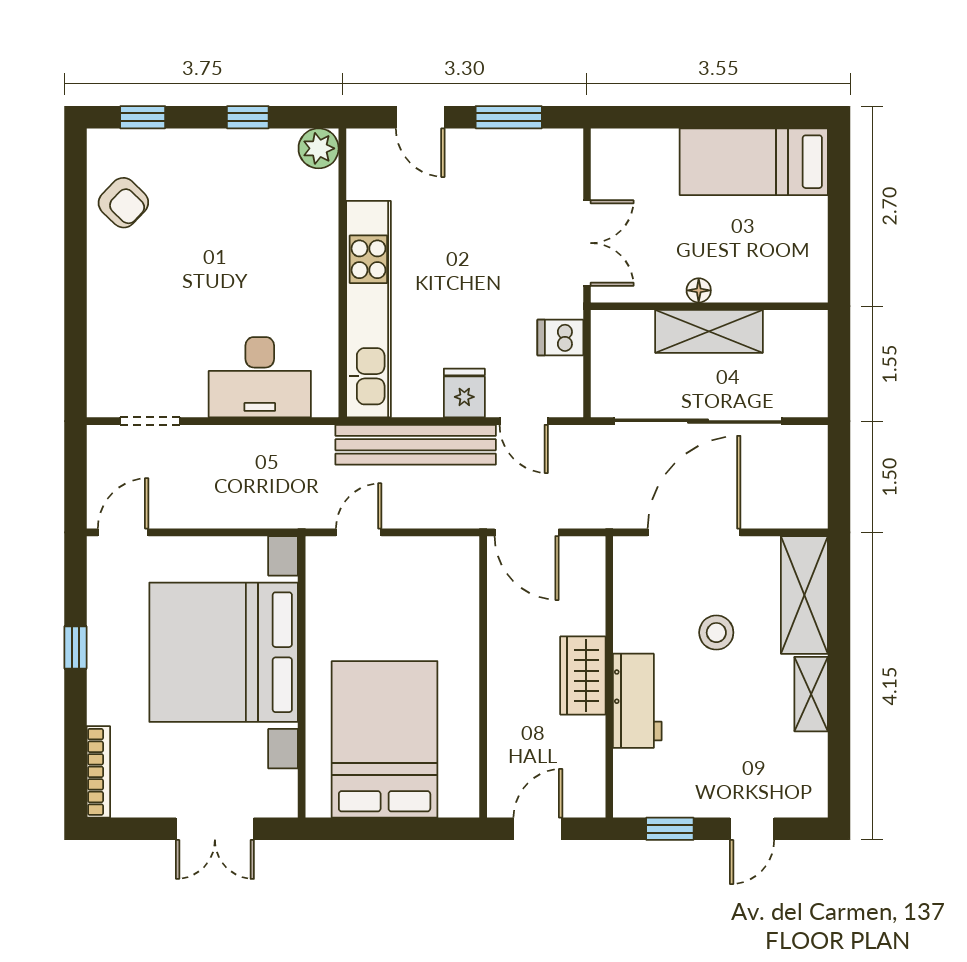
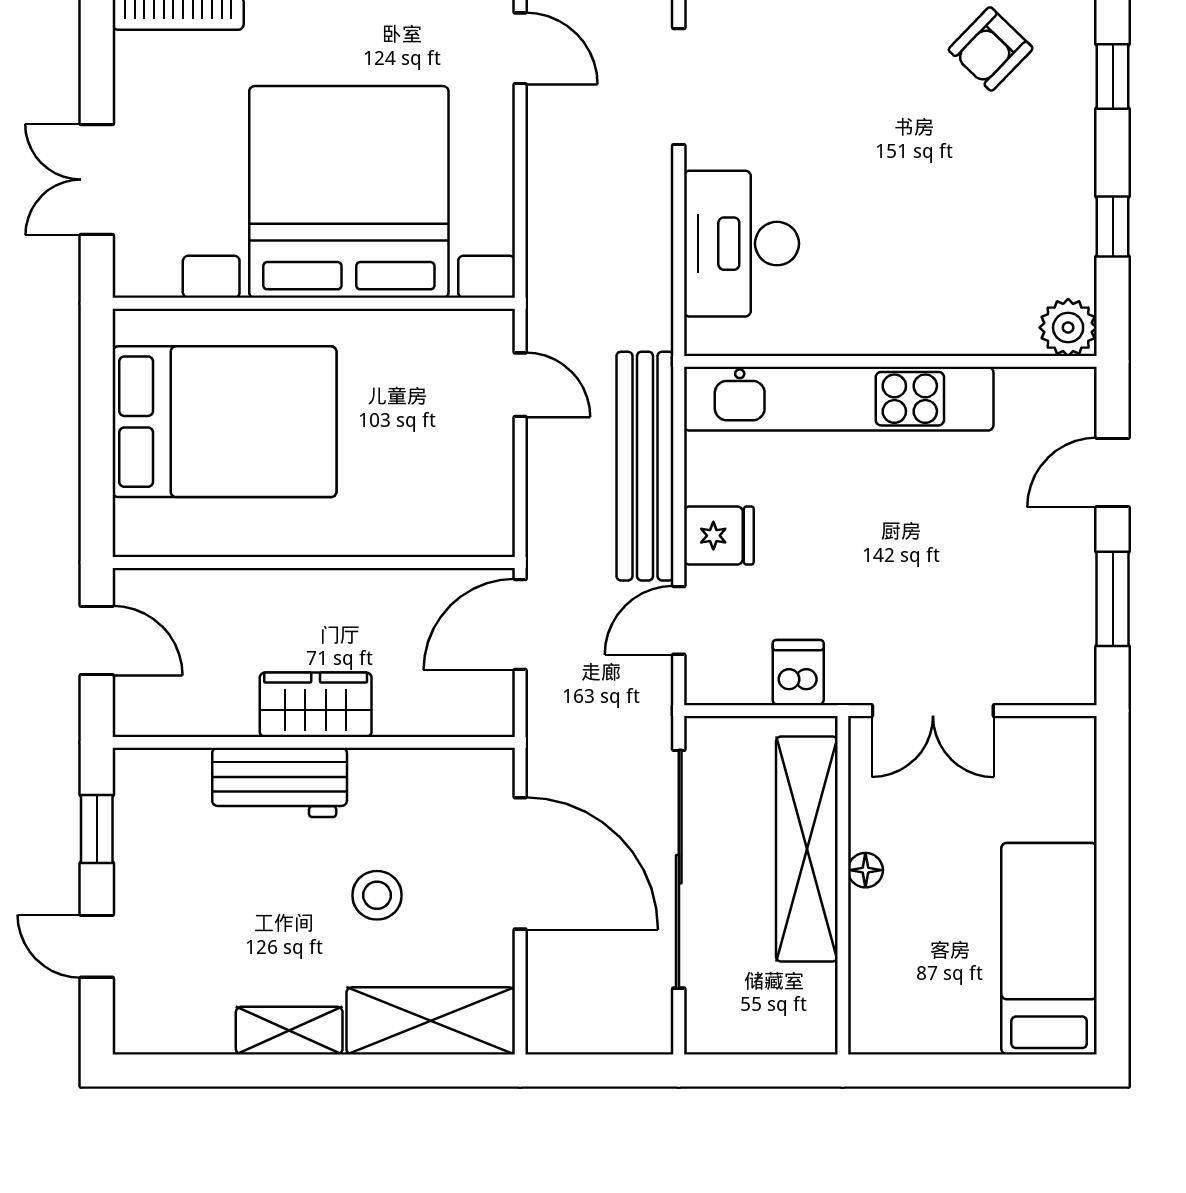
shelving: (709, 331) -> (807, 849), width x1.47
doorway: (150, 421) -> (679, 87), width x1.38

